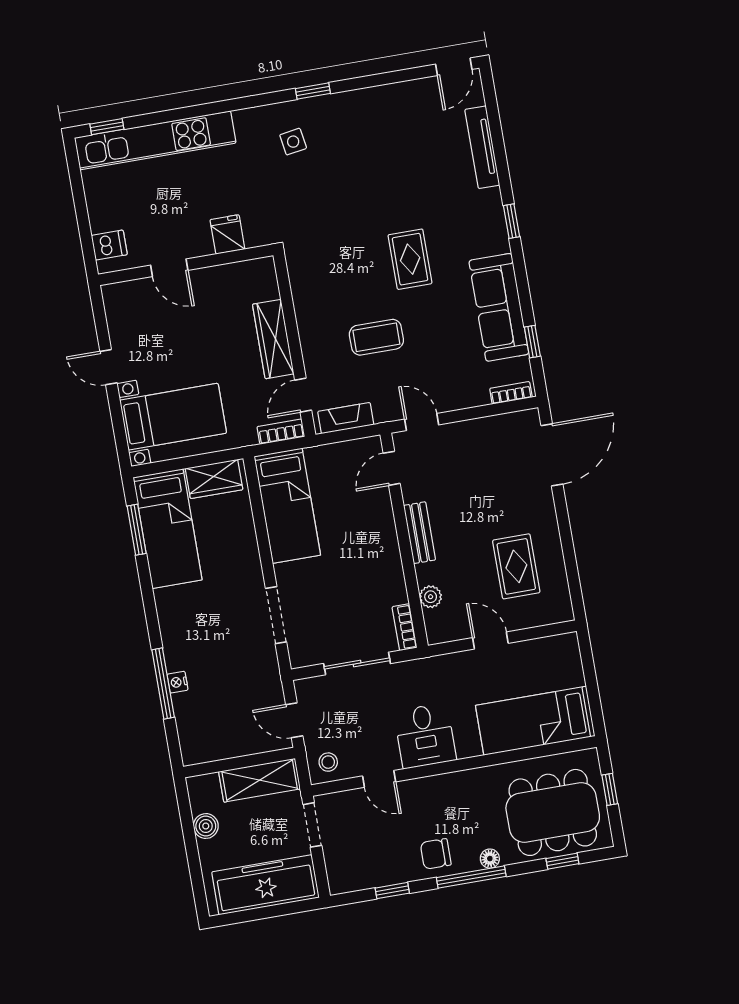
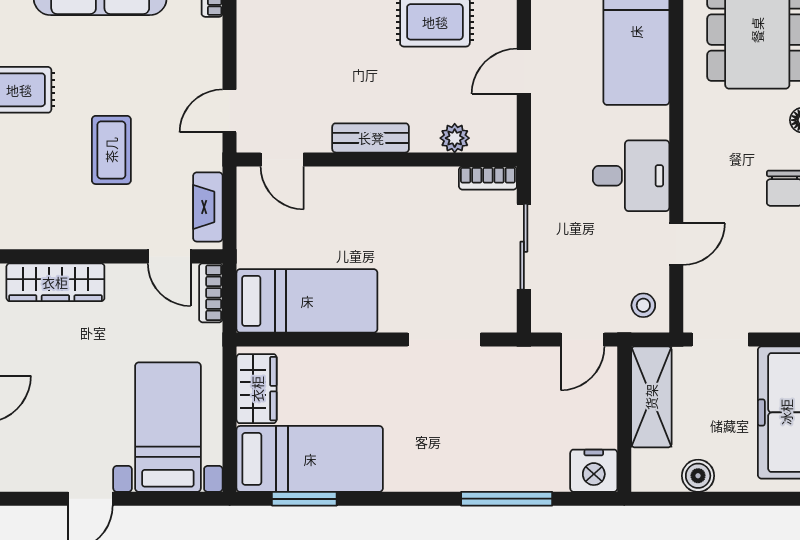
wardrobe: (273, 339) -> (55, 282), moved
nightstand: (178, 682) -> (594, 471), moved, width x1.89, depth x1.79

